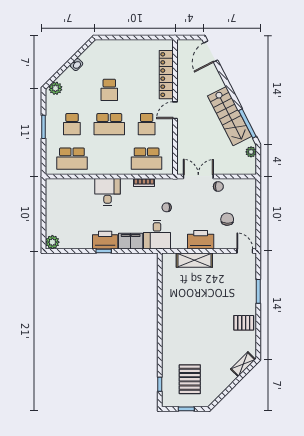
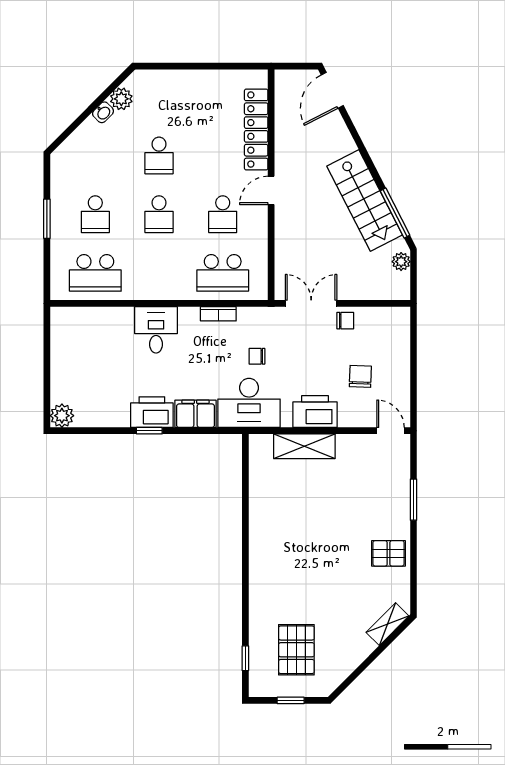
plant: (55, 88) -> (121, 99), moved
school desk: (109, 124) -> (159, 214), width x0.54
desk: (157, 235) -> (249, 403), width x1.37

